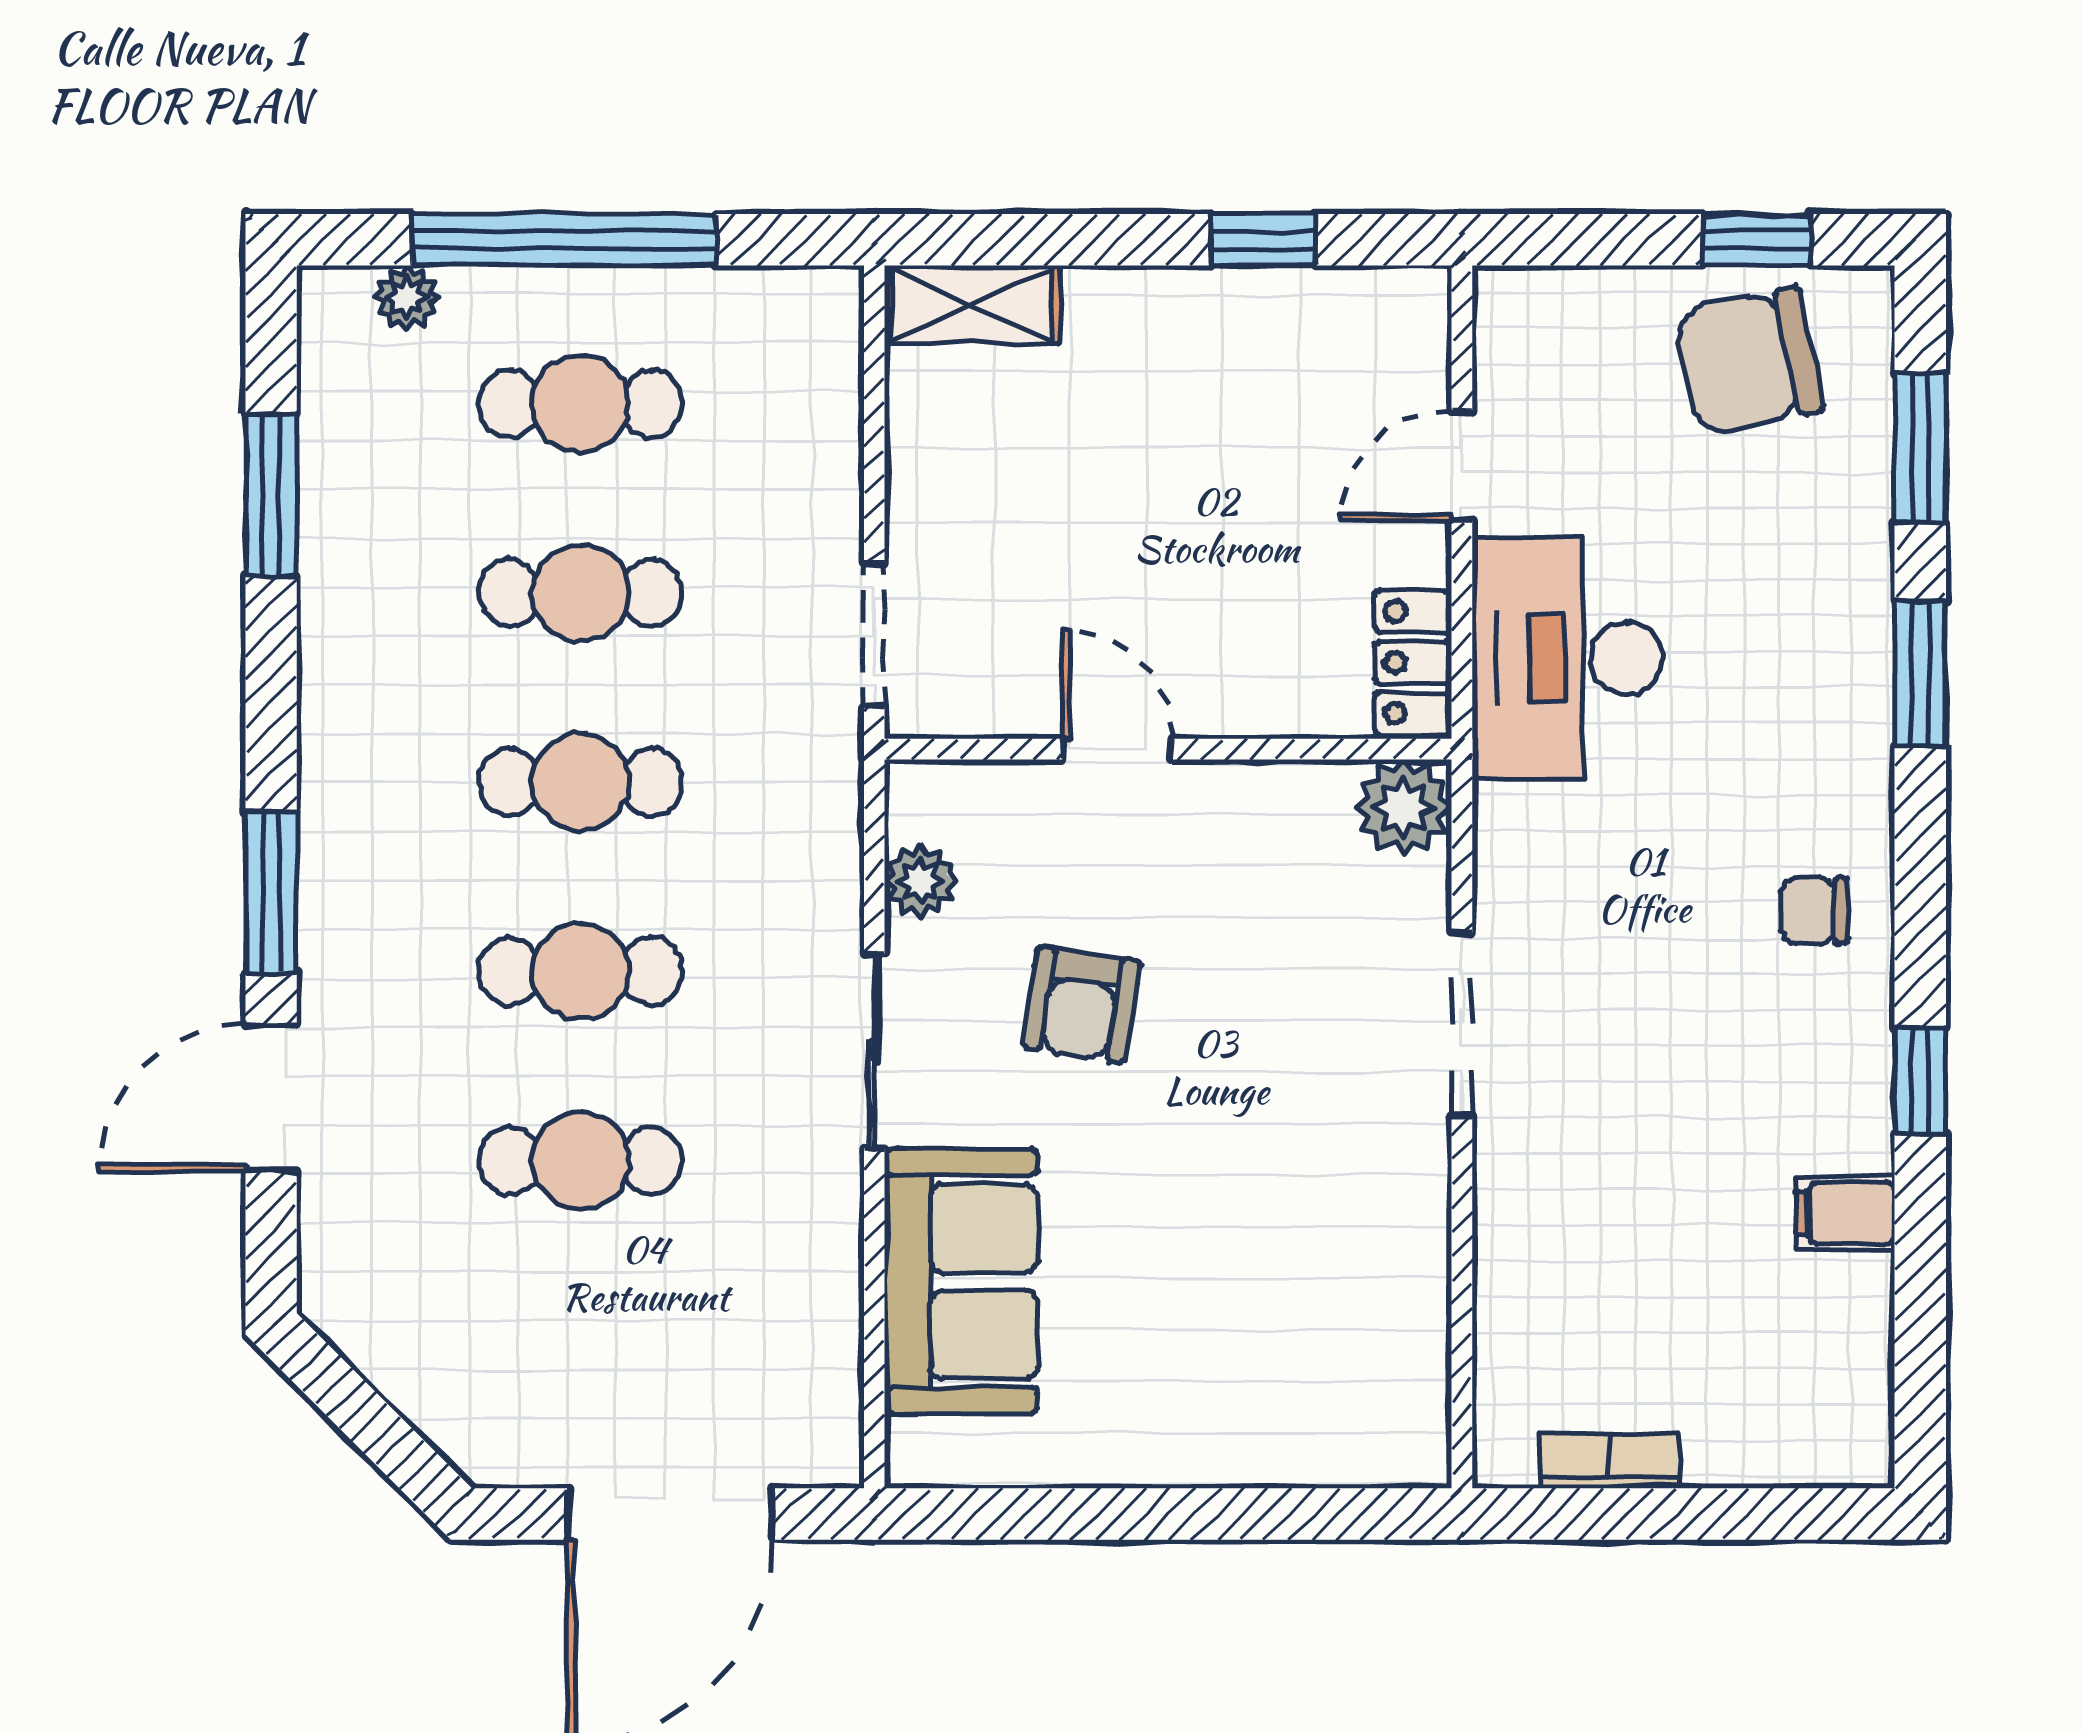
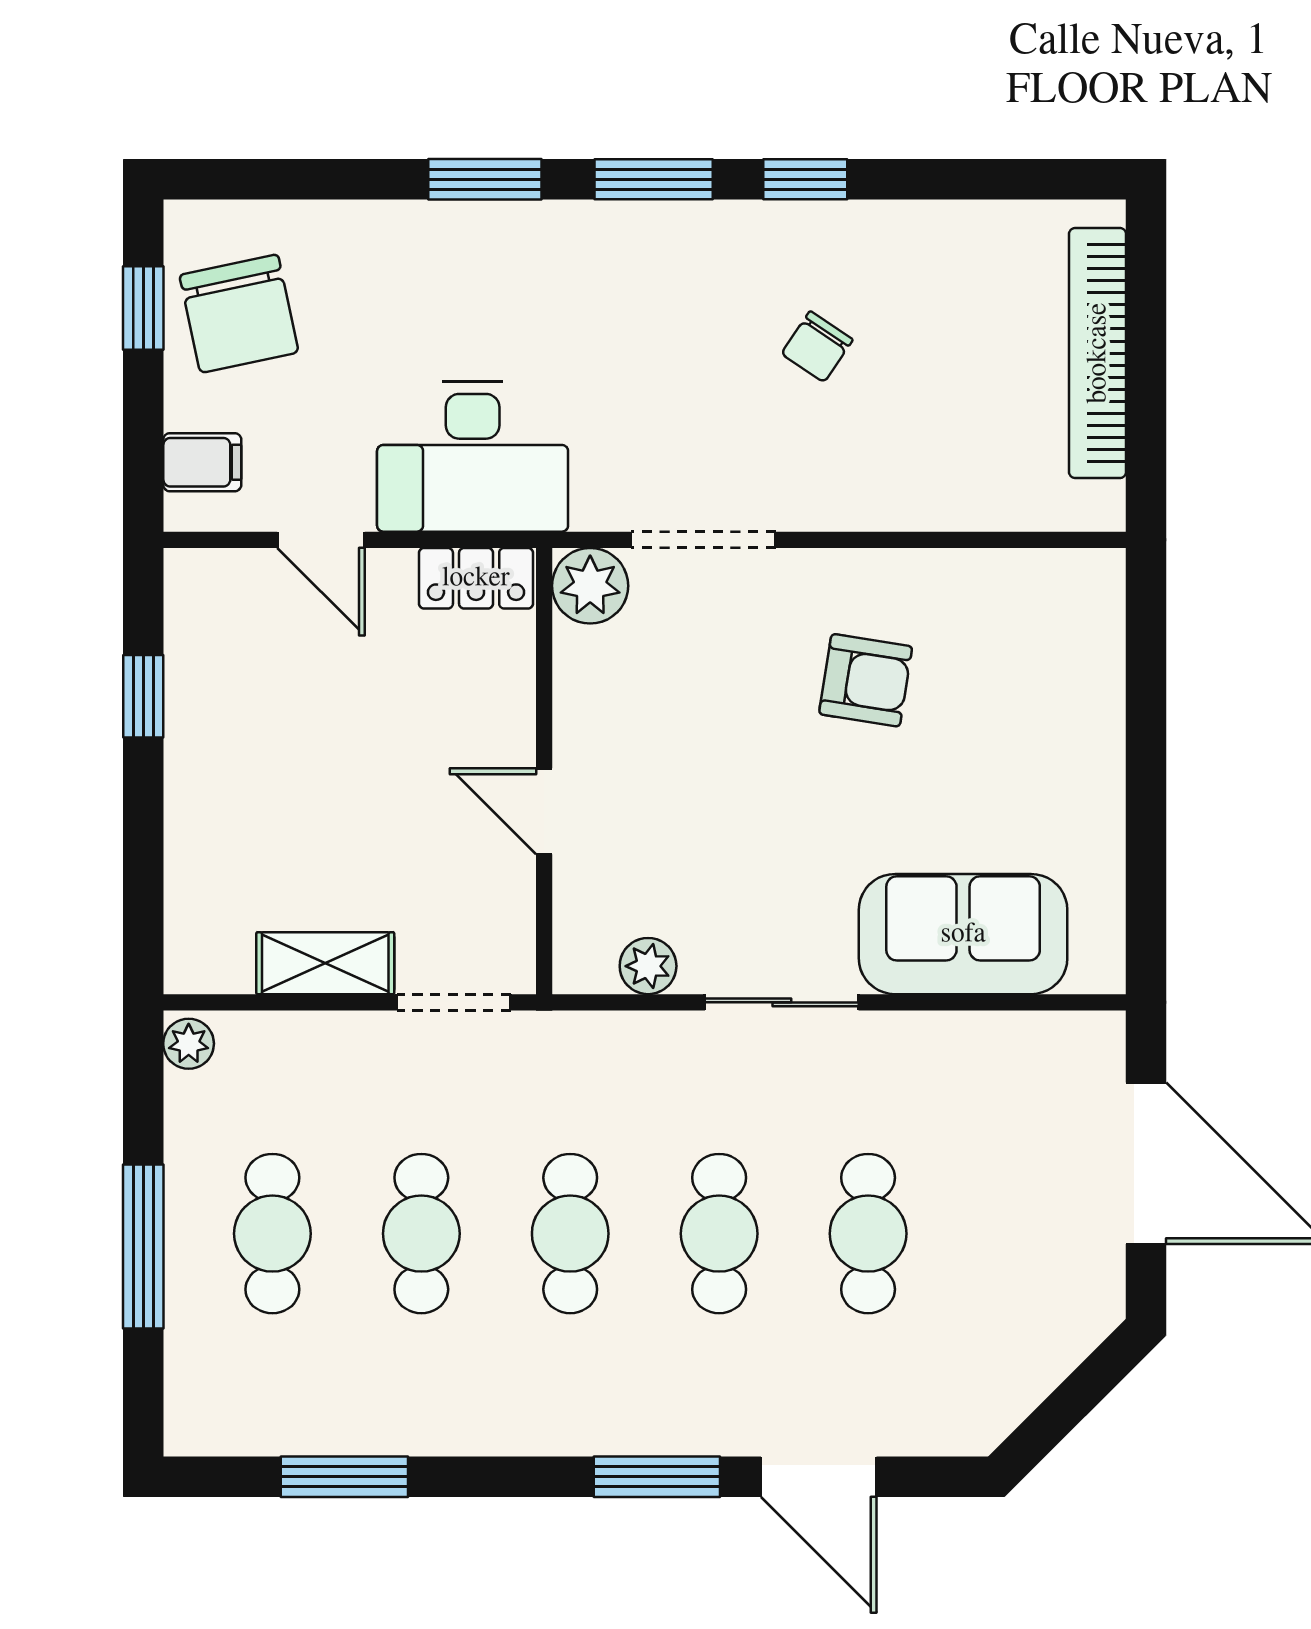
window: (564, 240) -> (143, 1247), width x0.68
plant: (407, 297) -> (189, 1044), moved
shelving: (972, 305) -> (325, 963), moved, turned 90
window: (1920, 448) -> (654, 179), moved
door: (1117, 749) -> (544, 811), hinge flipped
chair: (1814, 910) -> (817, 347), moved, turned 34
armchair: (1081, 1004) -> (866, 680), moved
doorway: (1462, 1024) -> (703, 540), moved
filing cabinet: (1845, 1213) -> (202, 462), moved, turned -90
bookcase: (1609, 1461) -> (1098, 353), width x2.31, depth x1.31

